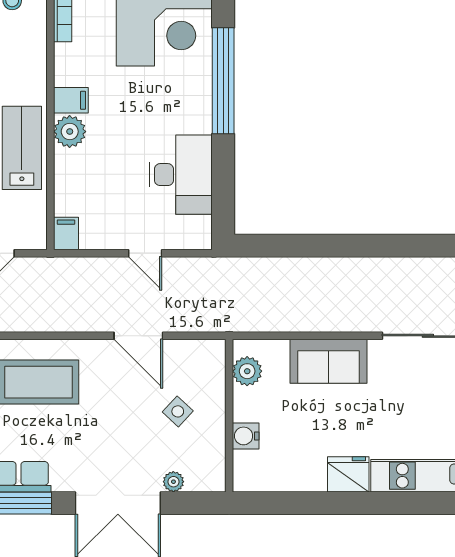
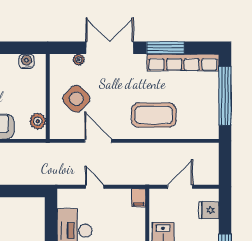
side table: (178, 411) -> (76, 99), width x1.87, depth x1.87
water cooler: (246, 436) -> (26, 61), moved, turned -90

